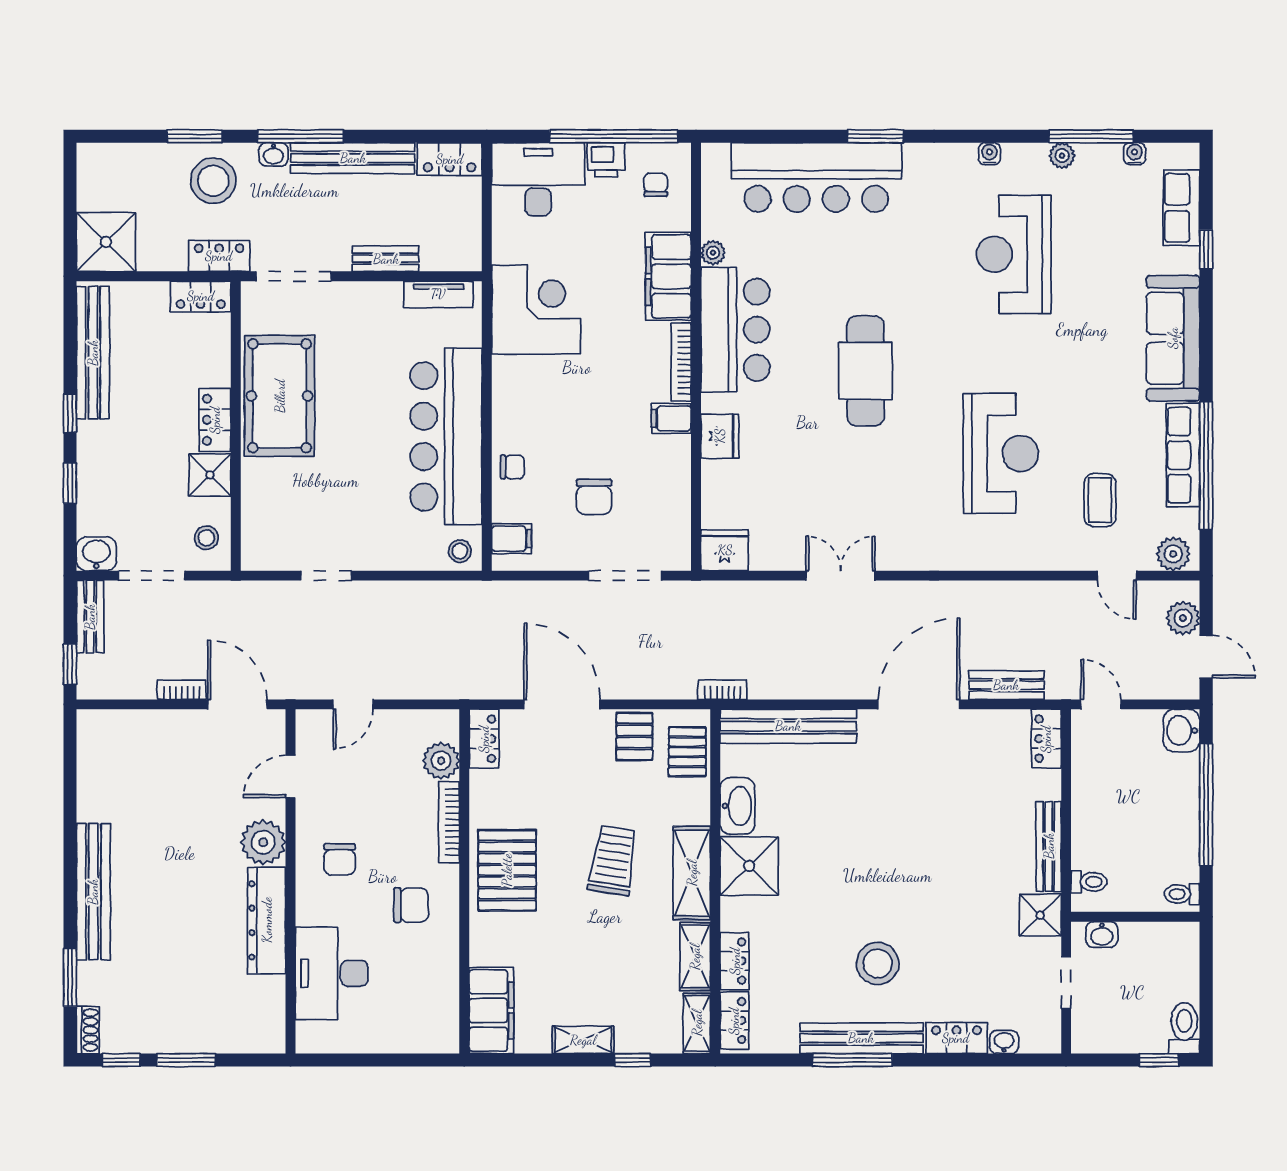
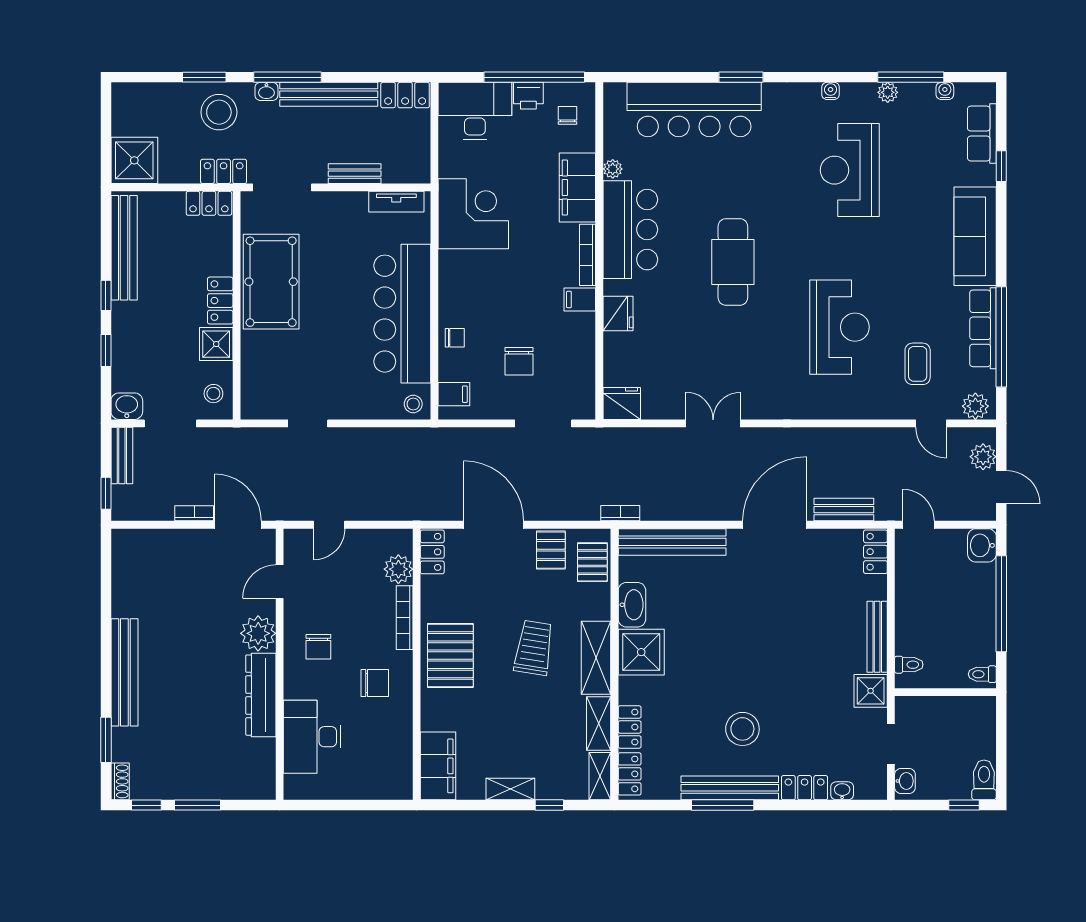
washbasin: (1102, 935) -> (905, 781), moved, turned -90

